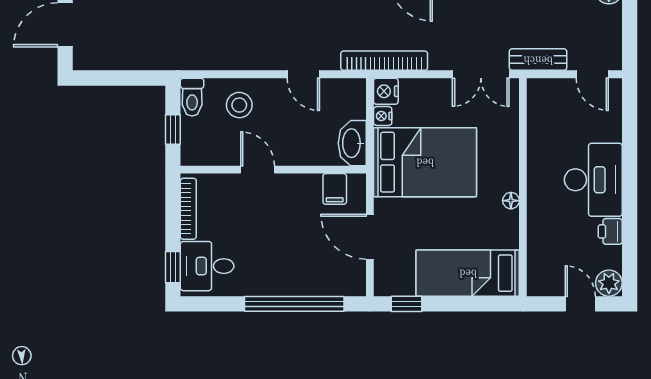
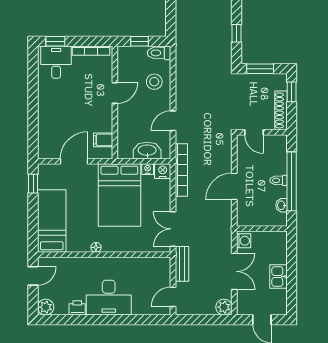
washbasin: (352, 143) -> (147, 151), moved
window: (294, 304) -> (33, 115), removed
door: (580, 304) -> (33, 276), moved

